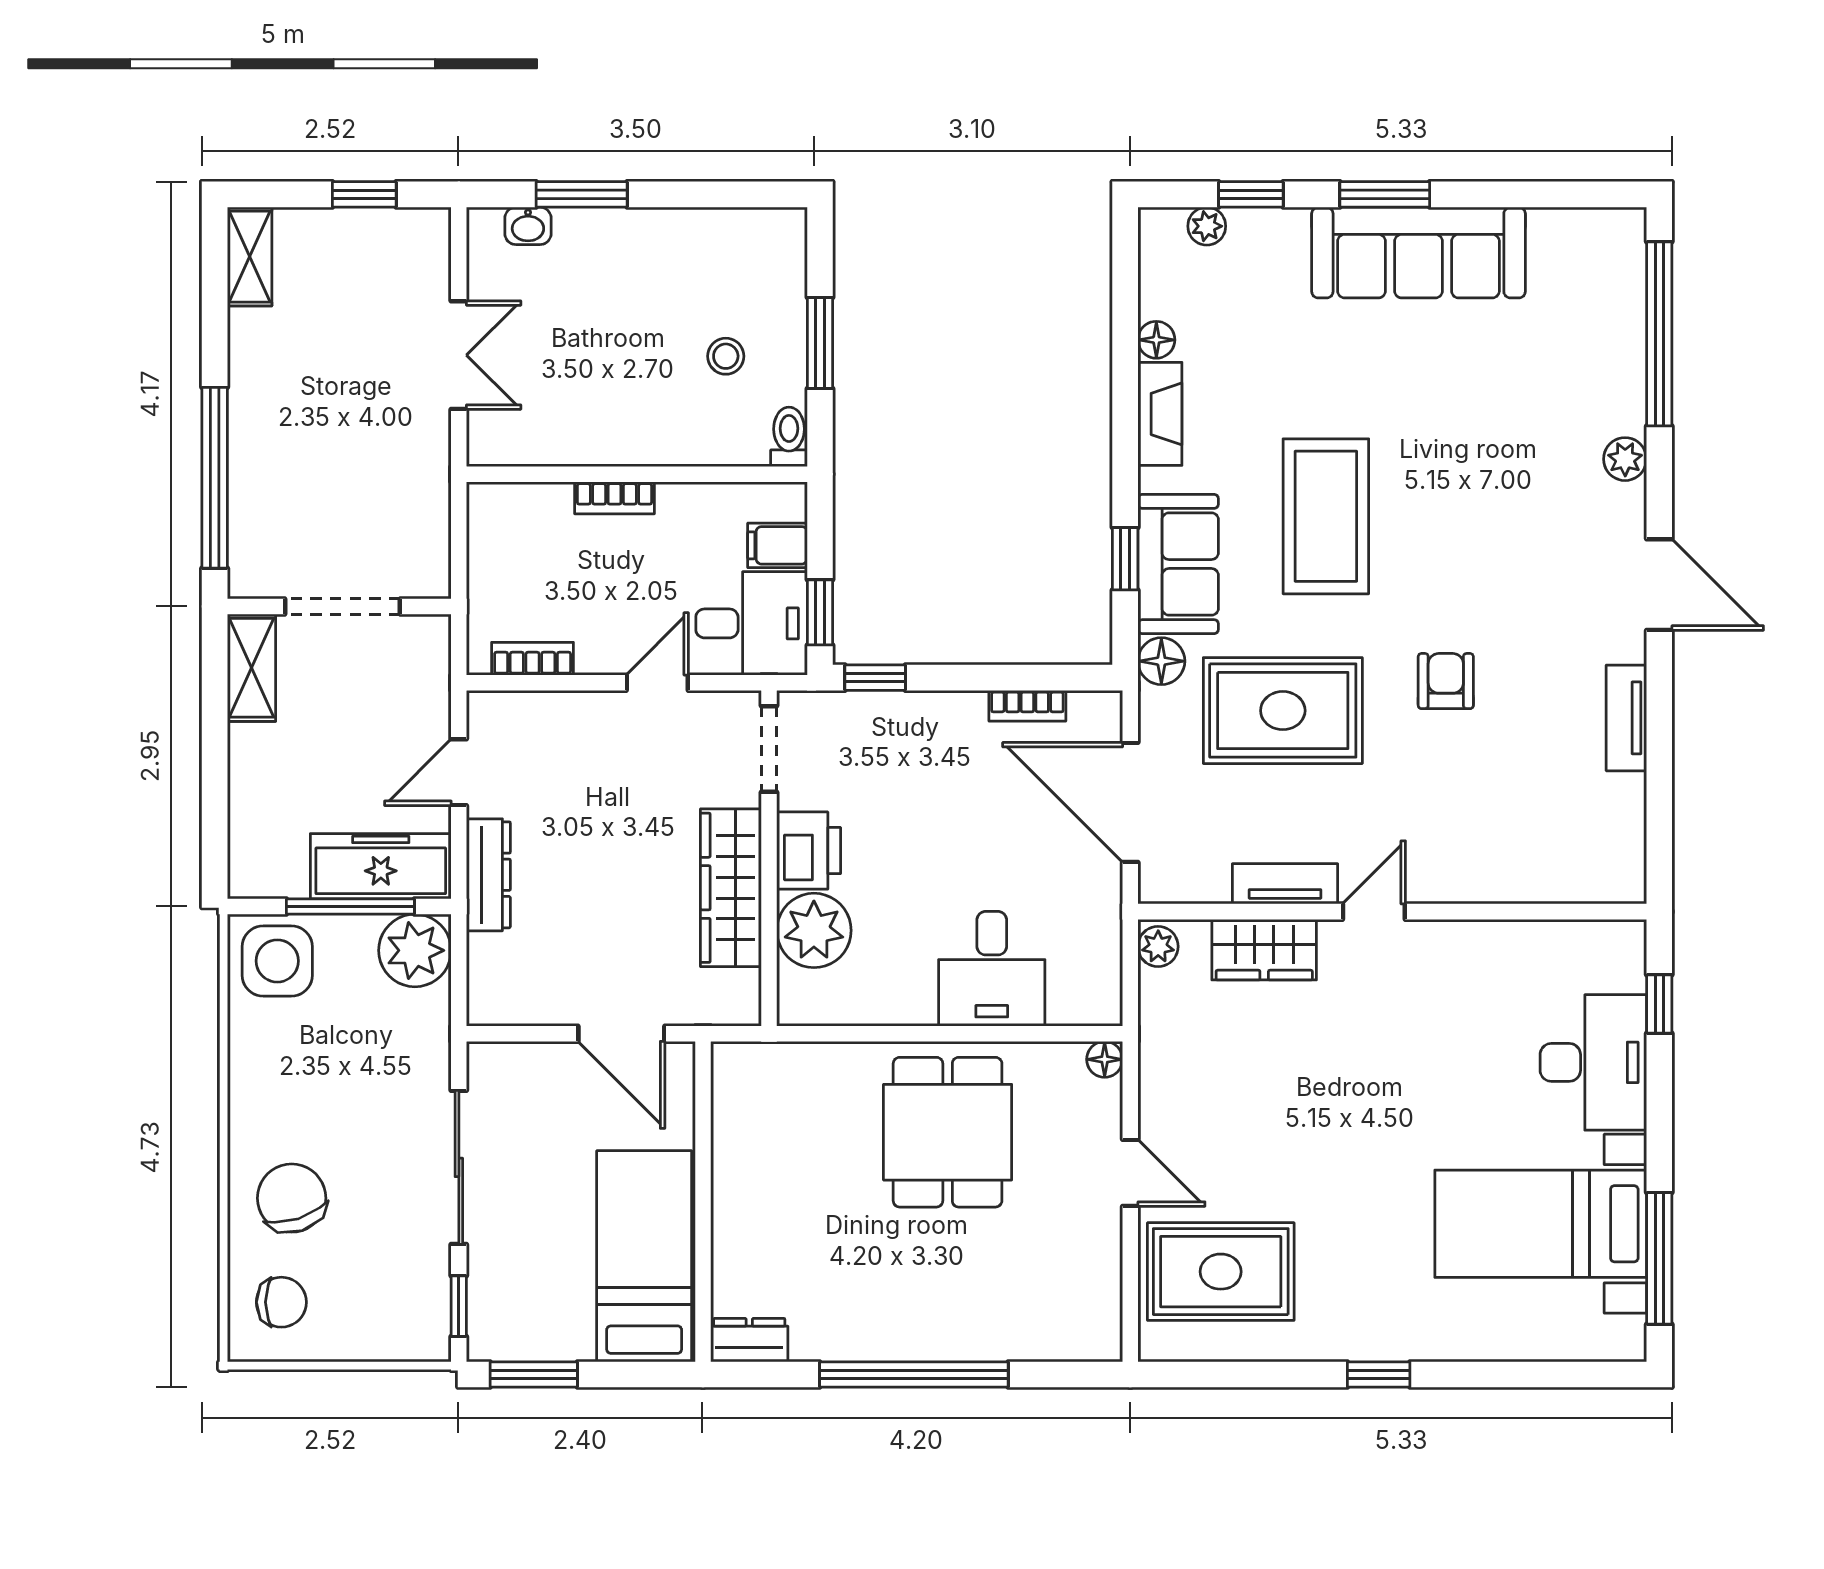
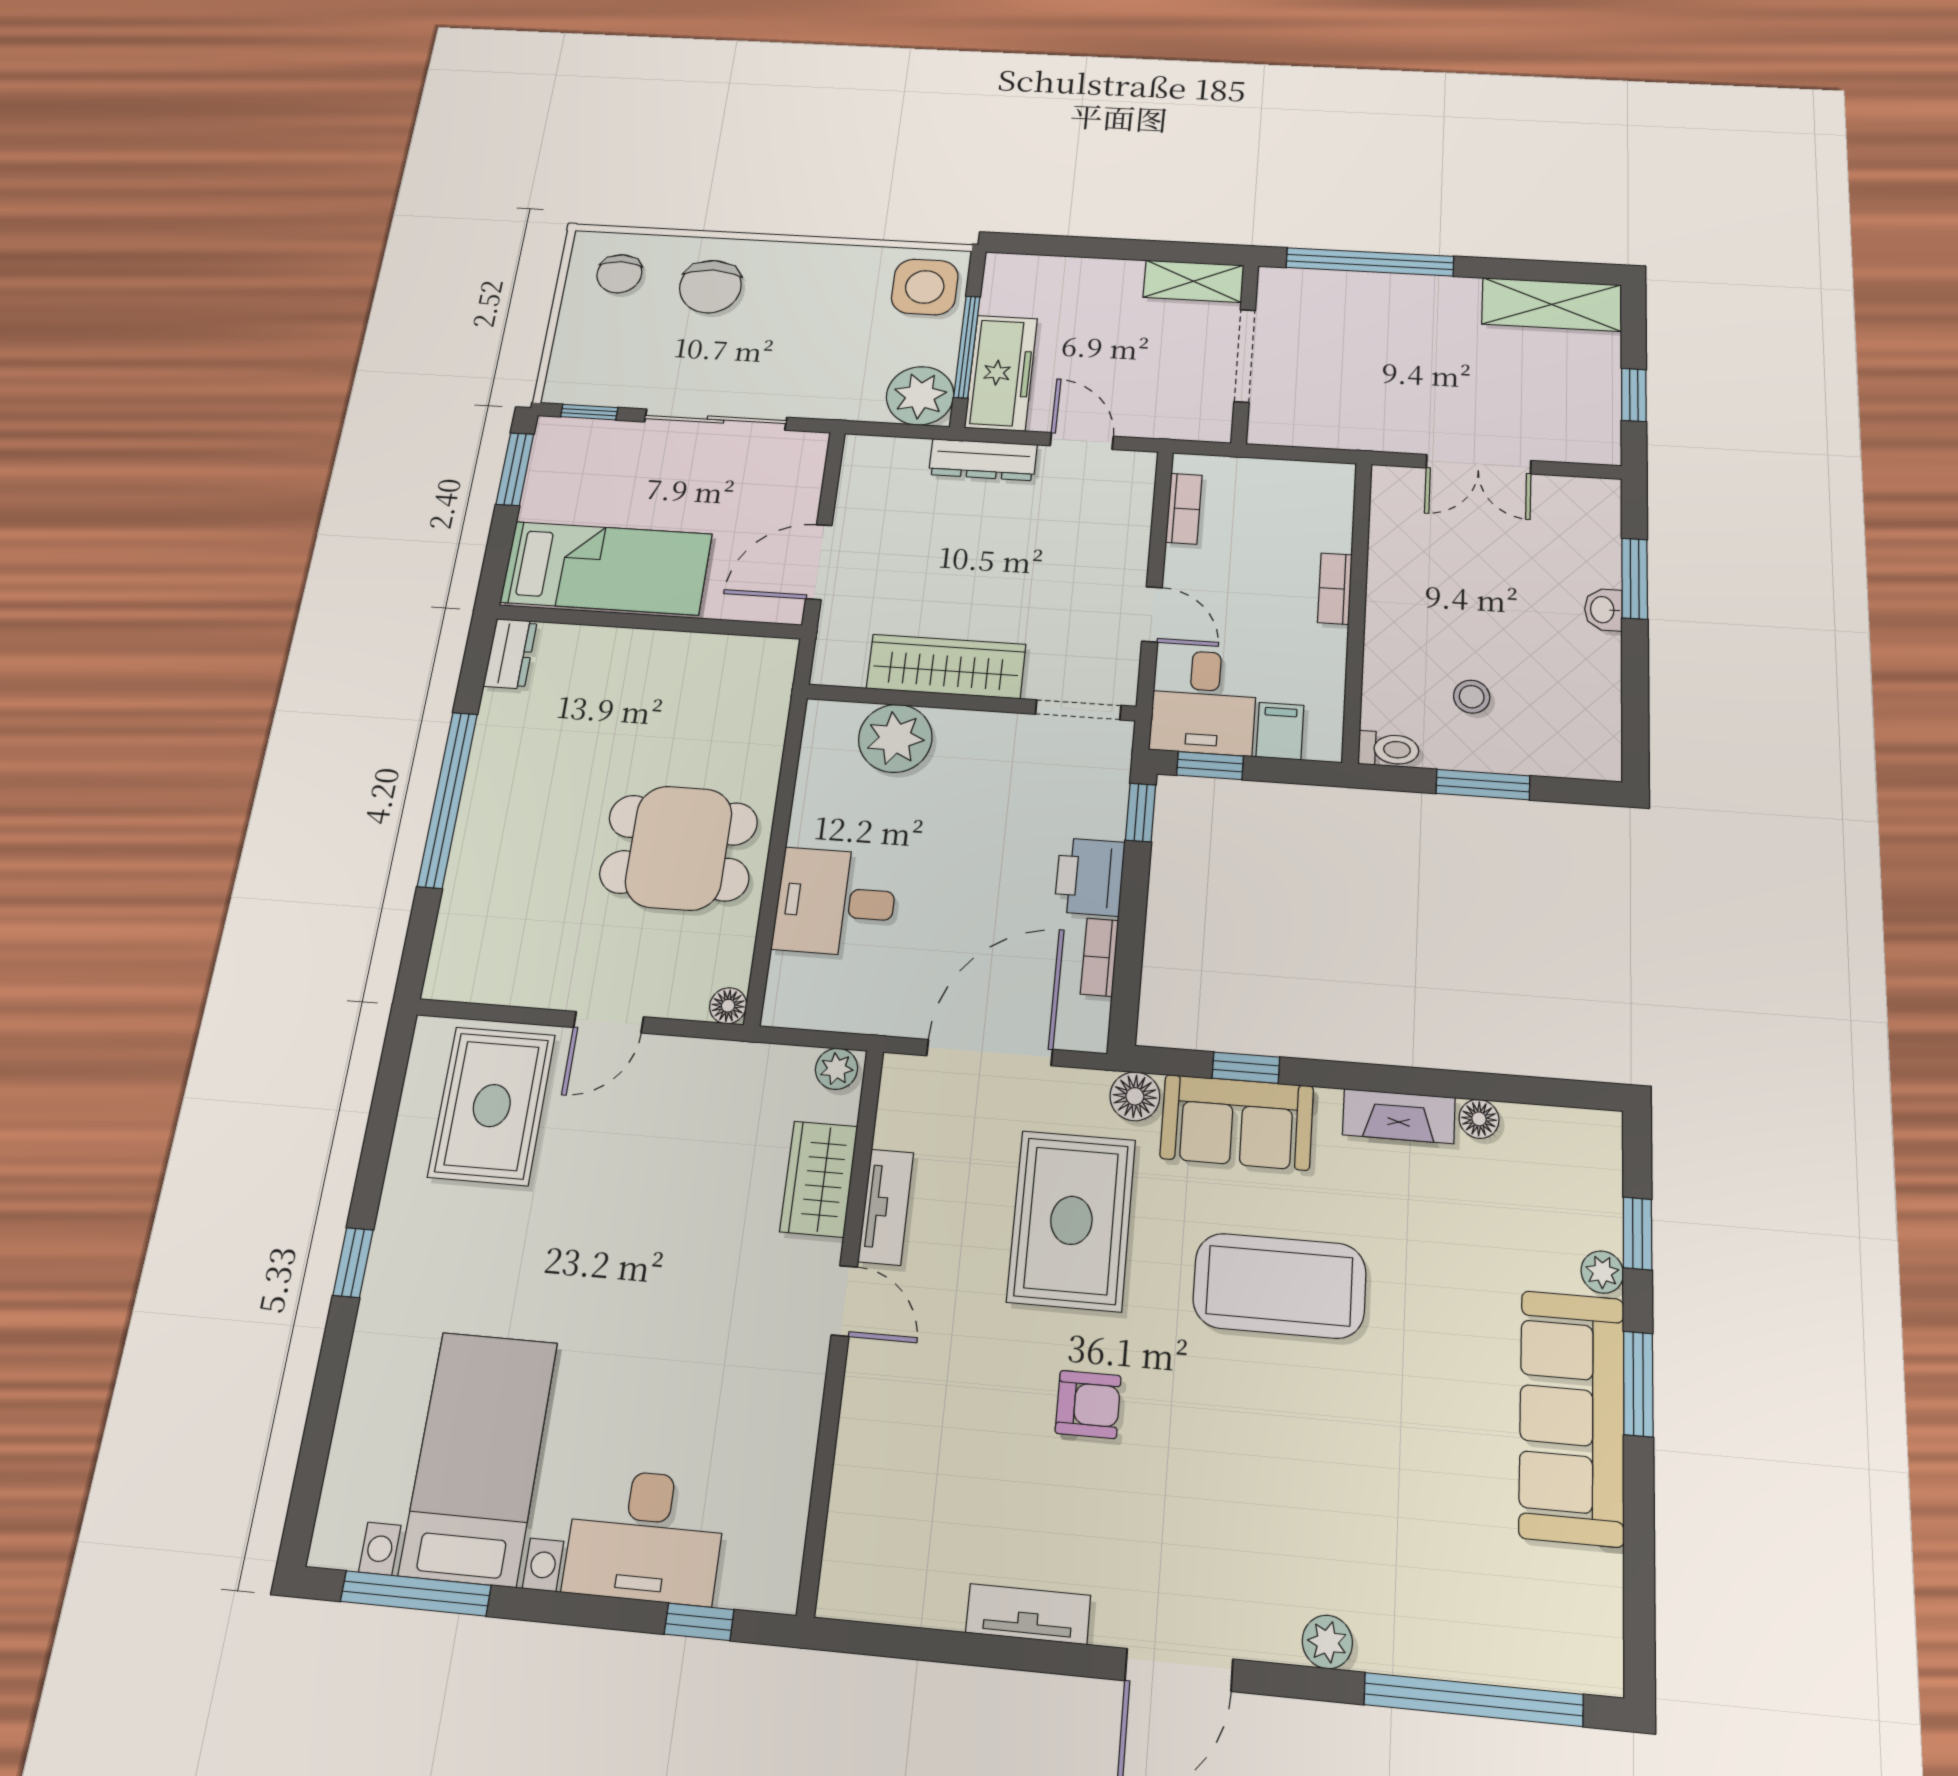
washbasin: (528, 226) -> (1603, 610), moved
plant: (1207, 226) -> (1602, 1272), moved
shelving: (250, 257) -> (1552, 305), width x1.50, depth x1.33
printer: (809, 851) -> (1090, 877), moved, turned 90
chair: (292, 1198) -> (710, 287), turned 108

